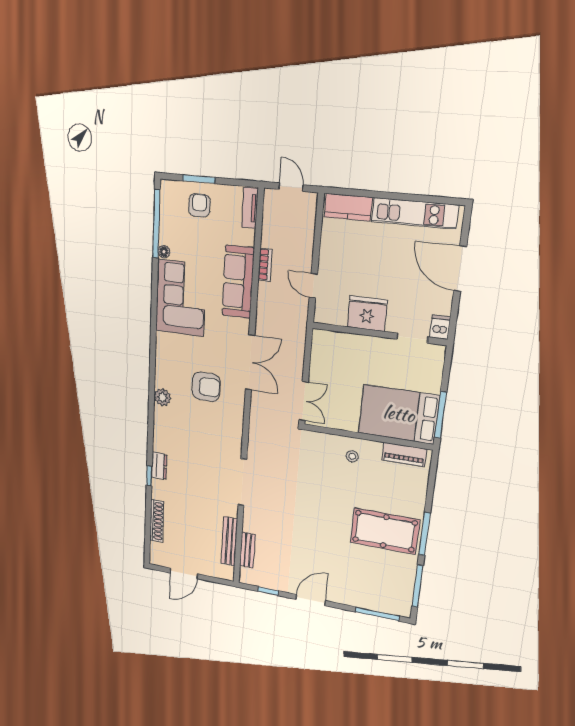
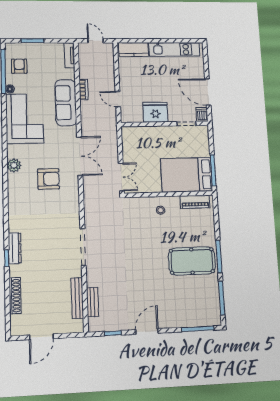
armchair: (199, 205) -> (19, 66), moved
door: (460, 269) -> (208, 92), moved
plant: (162, 397) -> (14, 165), moved
dresser: (159, 466) -> (15, 248), width x1.44

